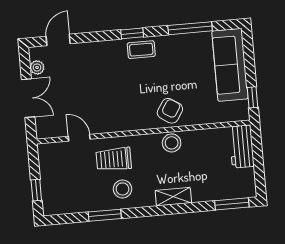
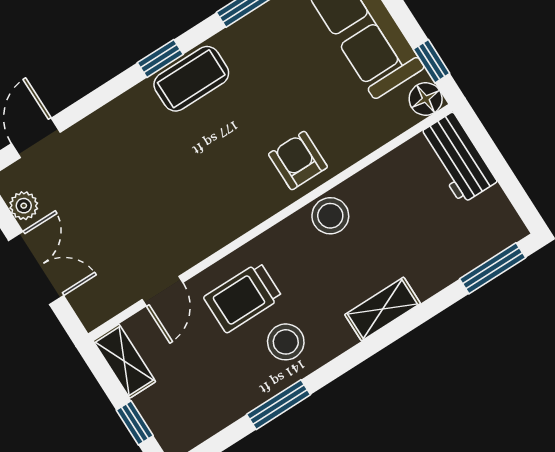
coffee table: (141, 50) -> (191, 79), width x1.36, depth x1.30
armchair: (170, 111) -> (298, 161), turned -33
floor lamp: (241, 113) -> (426, 99), added
door: (79, 138) -> (162, 291), swing flipped
shelving: (46, 160) -> (124, 361), added

